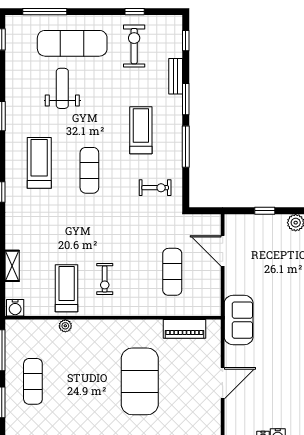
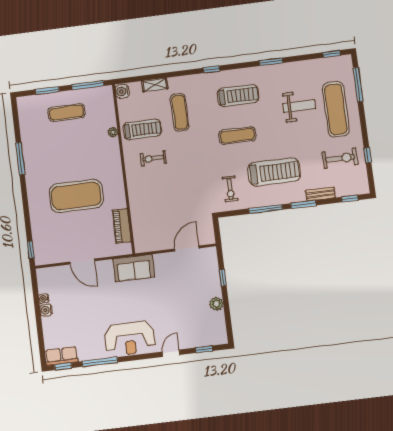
treadmill: (141, 130) -> (274, 172), width x1.37, depth x1.37
exercise mat: (172, 272) -> (180, 112), moved, turned 90

